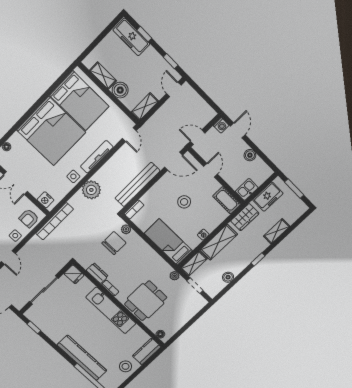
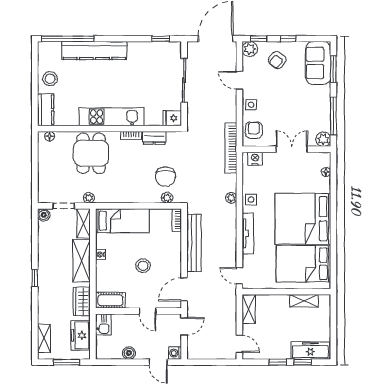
window: (171, 61) -> (278, 362), moved
boiler: (120, 90) -> (280, 303), removed
plant: (91, 190) -> (231, 198), width x0.53, depth x0.53
shelving: (277, 231) -> (44, 338), moved
boiler: (228, 277) -> (44, 215), moved

